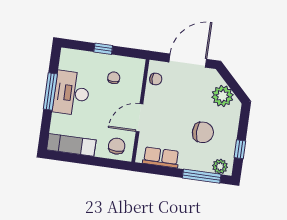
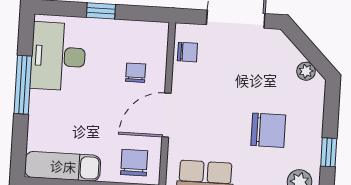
chair: (114, 78) -> (136, 73), moved
desk: (71, 93) -> (58, 56), moved
plant: (222, 96) -> (306, 71), width x0.53, depth x0.53

